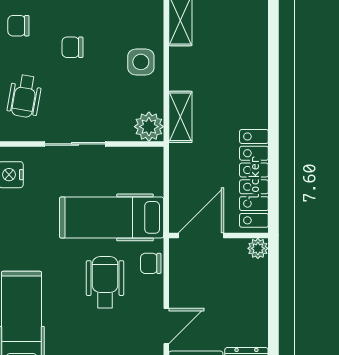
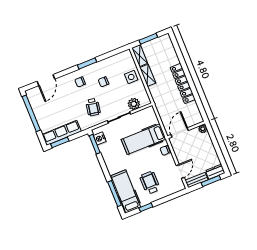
shelving: (180, 117) -> (148, 75), moved
plant: (149, 127) -> (134, 104), moved
locker: (254, 178) -> (183, 83), moved
wheelchair: (105, 282) -> (150, 183), moved

